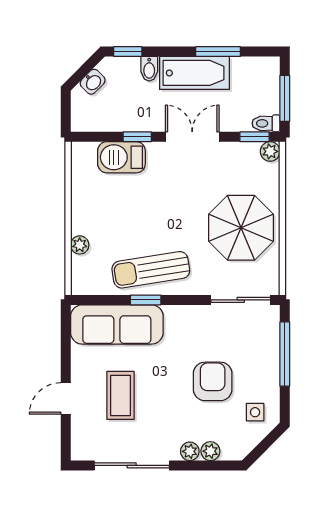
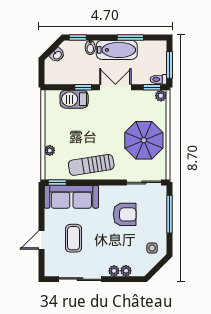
window: (146, 300) -> (57, 182), moved
armchair: (213, 381) -> (125, 214), moved, turned 90

